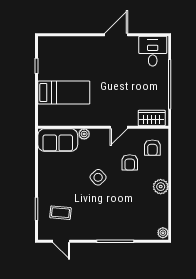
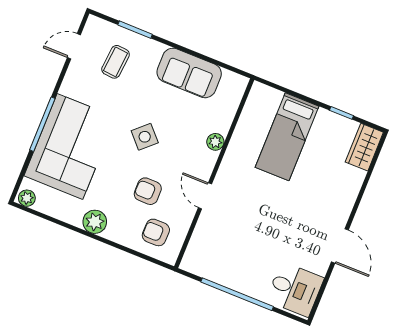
wardrobe: (152, 118) -> (364, 147), moved, turned 180
sofa: (58, 140) -> (189, 73), moved, turned -90
corner sofa: (122, 219) -> (70, 147), added

